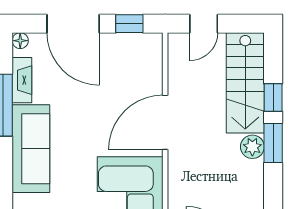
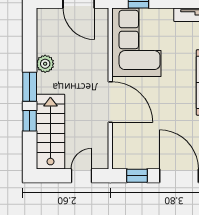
door: (165, 122) -> (110, 102), hinge flipped
plant: (252, 147) -> (45, 64), moved

